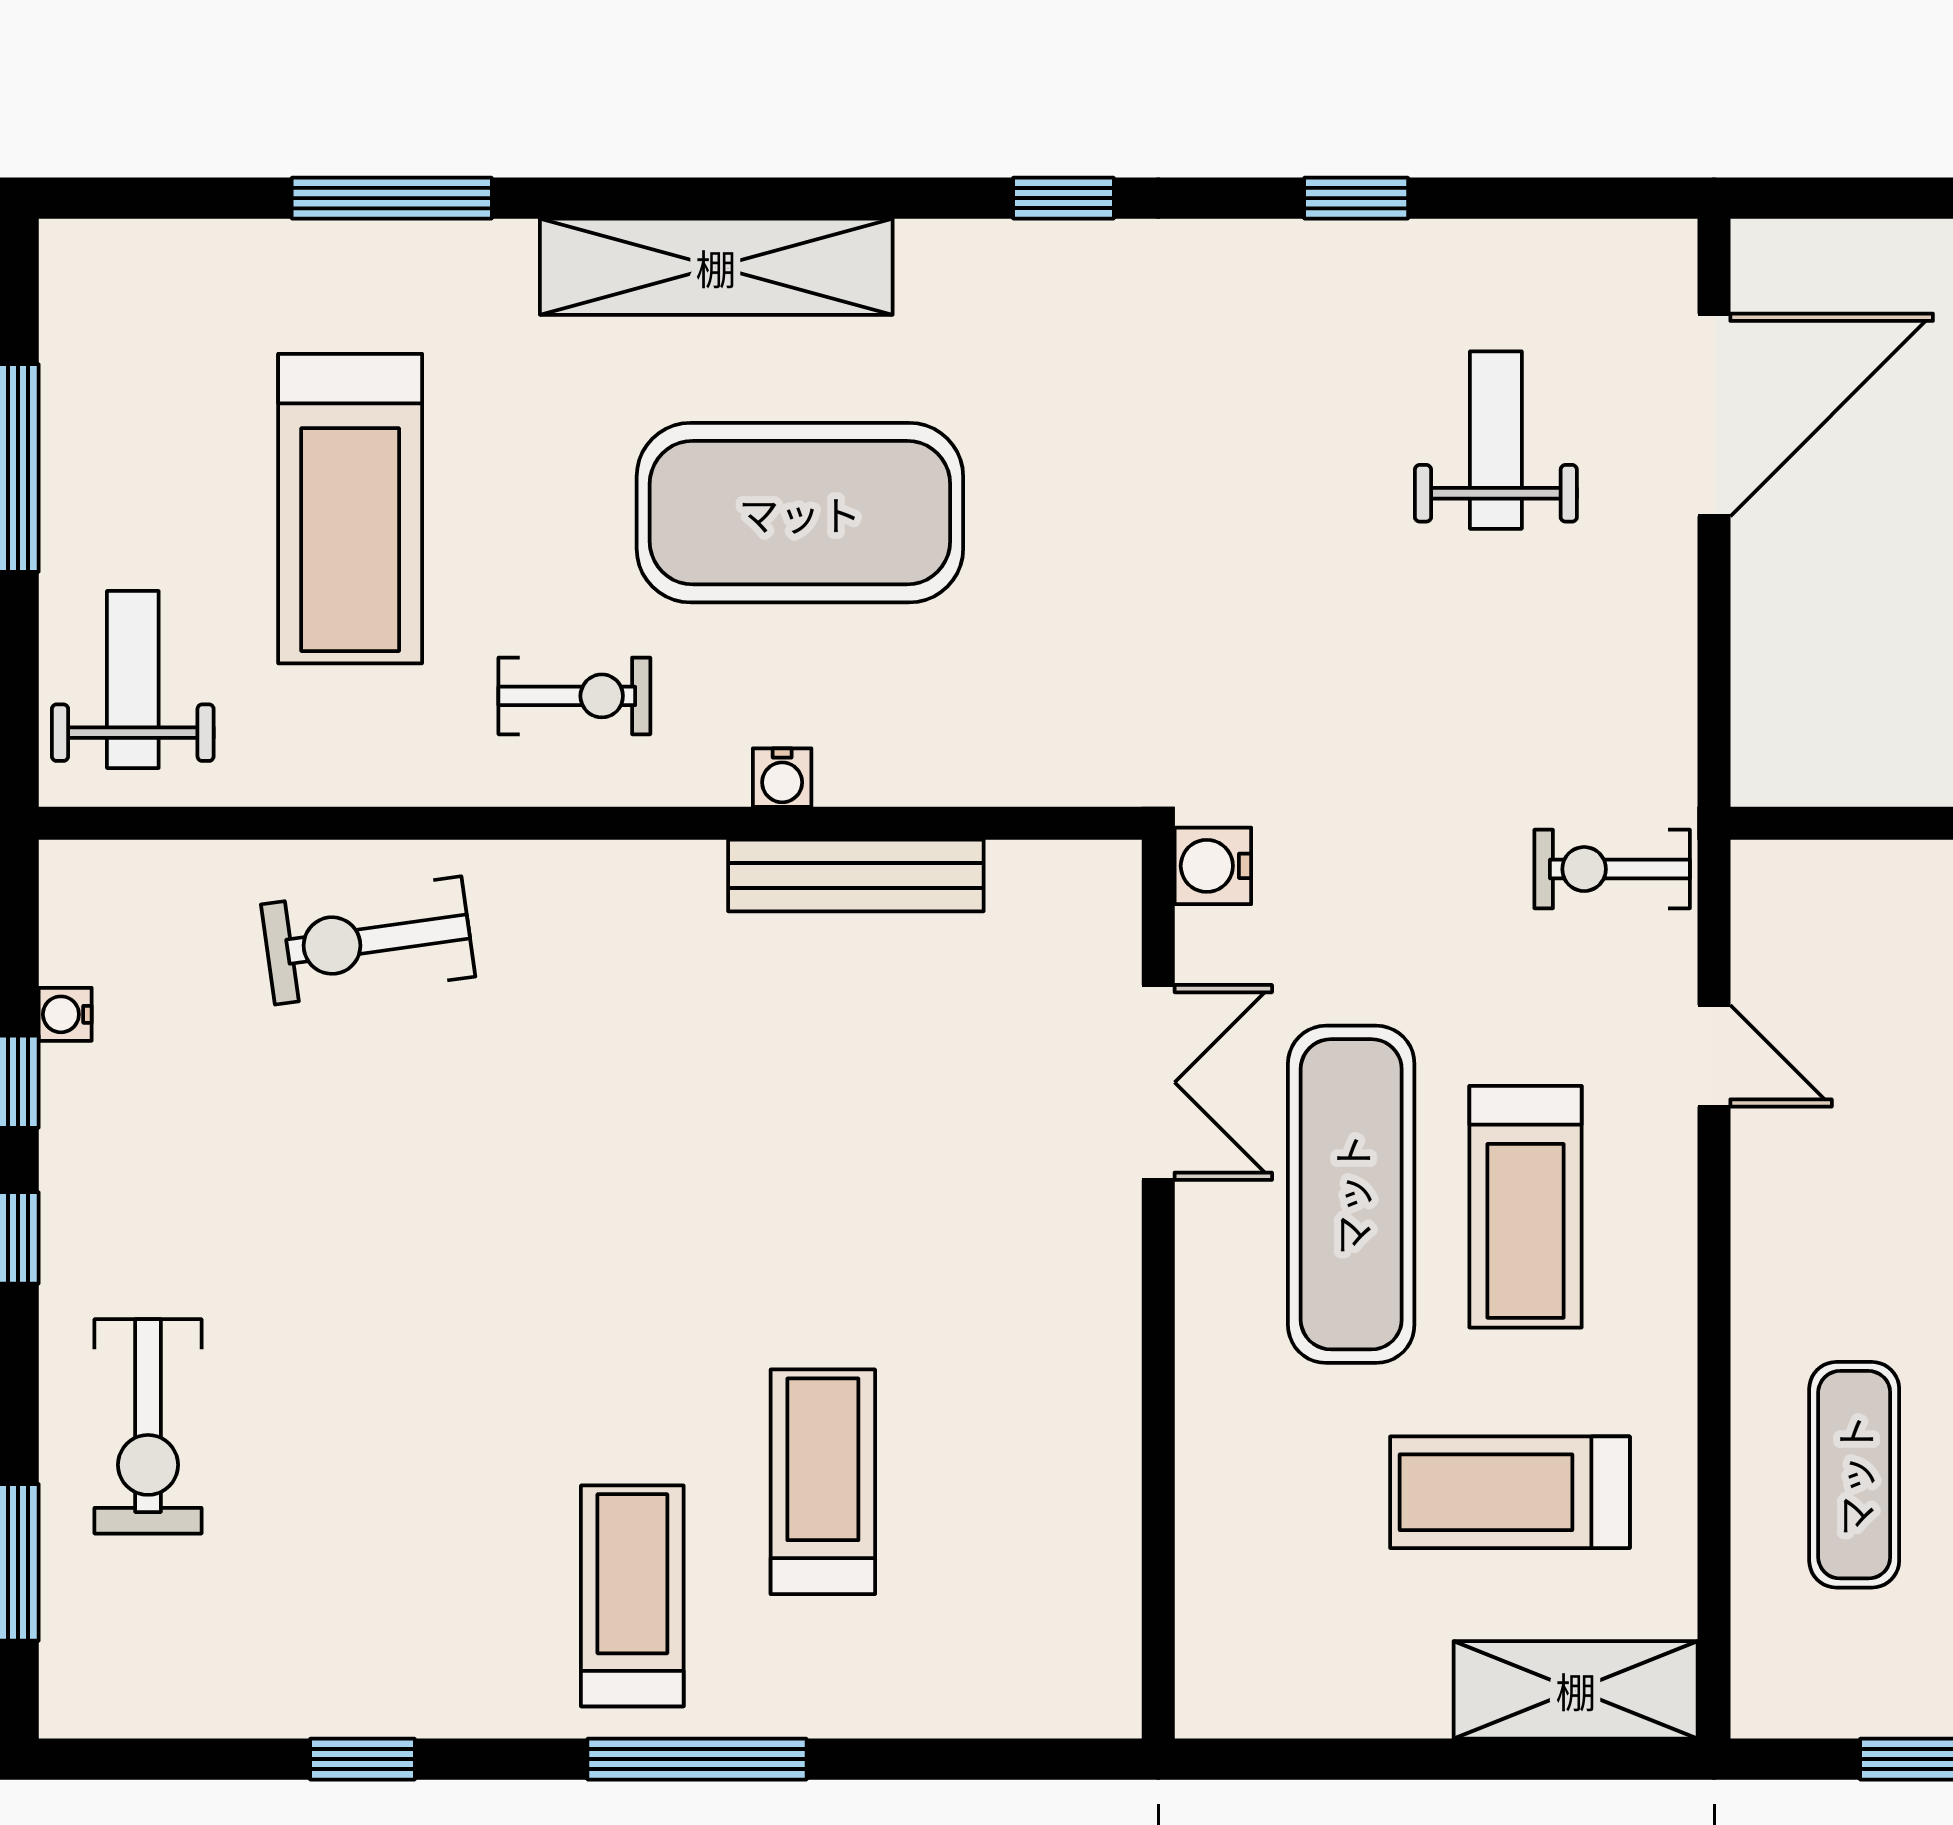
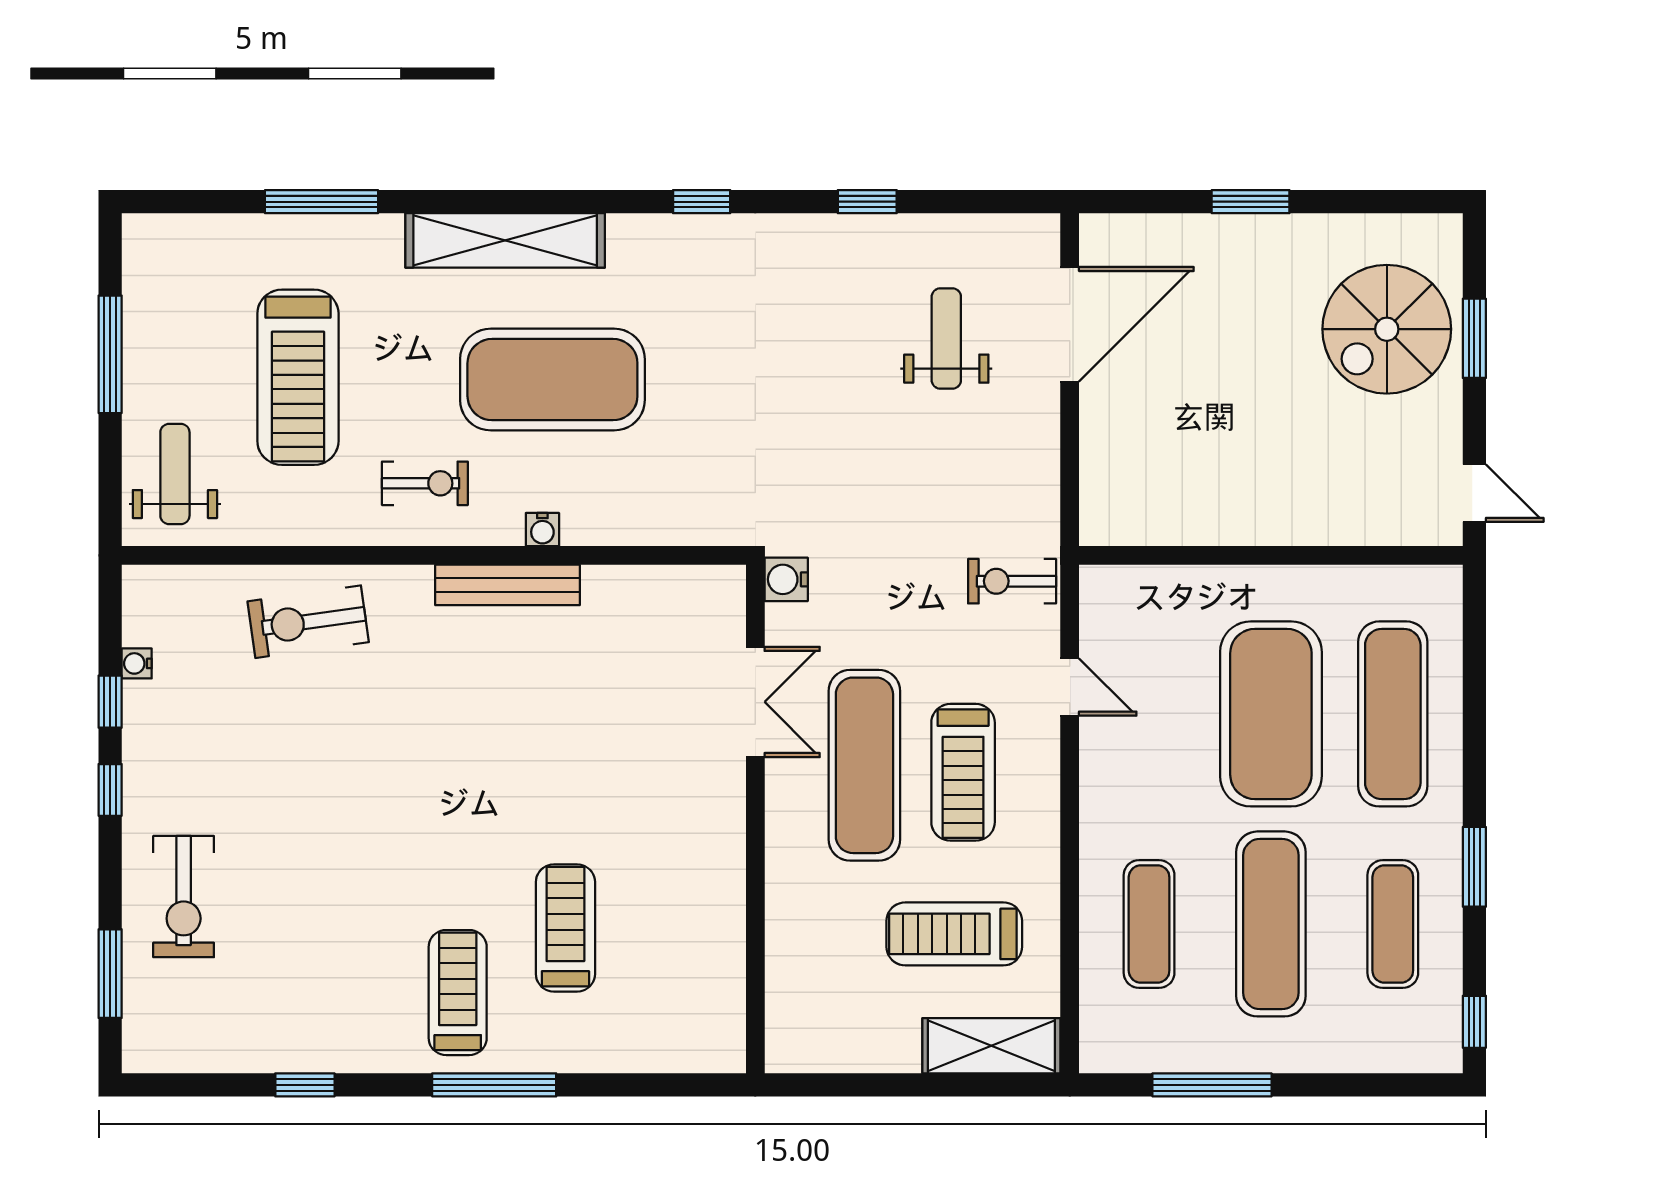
bench: (856, 875) -> (508, 585), moved

